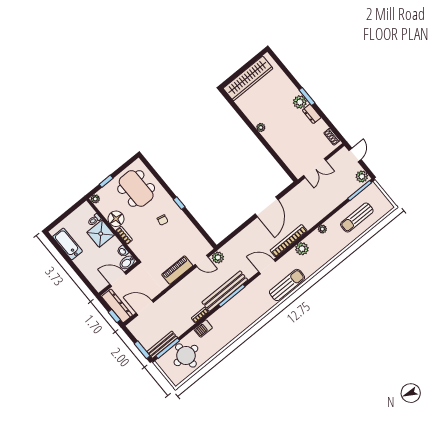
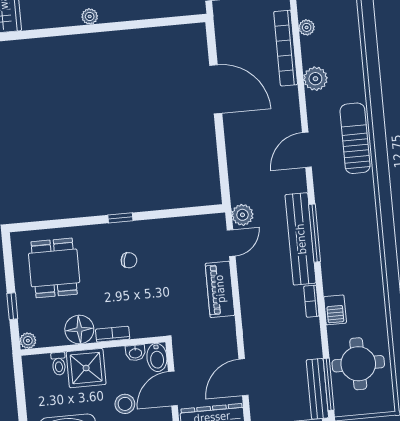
dining table: (136, 188) -> (54, 268), width x0.73
bookcase: (289, 241) -> (286, 48), moved
stool: (96, 262) -> (125, 404), added

